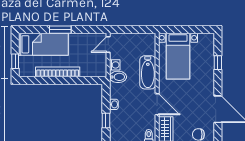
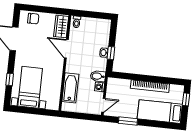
window: (60, 30) -> (128, 121), moved
bed with nightstands: (178, 56) -> (30, 87), moved
bathtub: (148, 72) -> (70, 88), moved
window: (106, 121) -> (111, 53), moved

